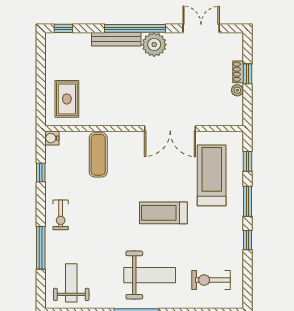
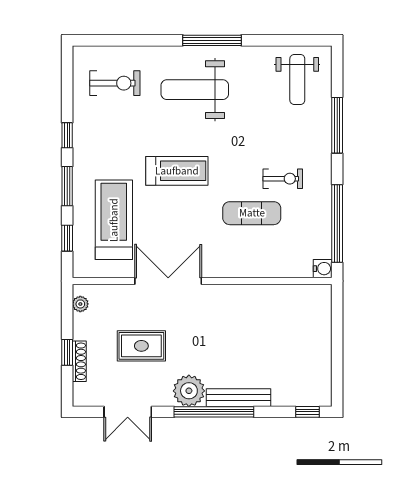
shoe rack: (238, 72) -> (79, 361), width x1.43
plant: (237, 90) -> (80, 304), moved
rug: (67, 99) -> (141, 346), moved, turned 90
exercise mat: (98, 155) -> (252, 213), moved, turned 90
window: (41, 173) -> (337, 223), width x3.17
treadmill: (212, 175) -> (114, 220), turned 180
exercise bike: (61, 215) -> (283, 179), moved, turned 90

